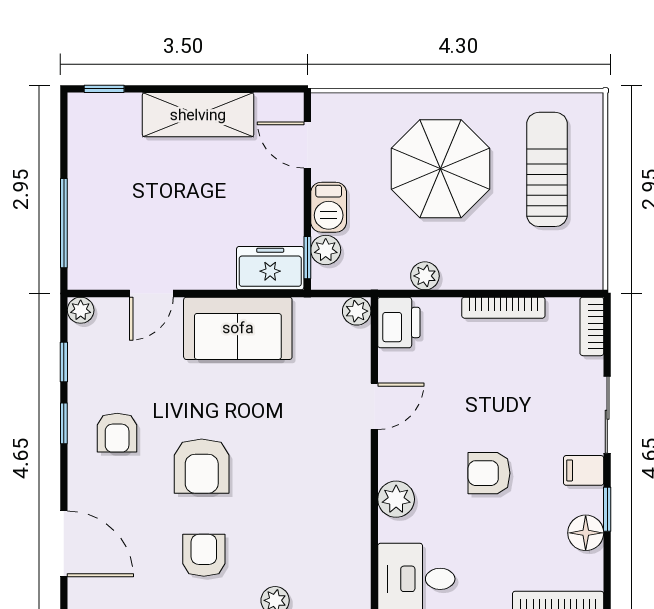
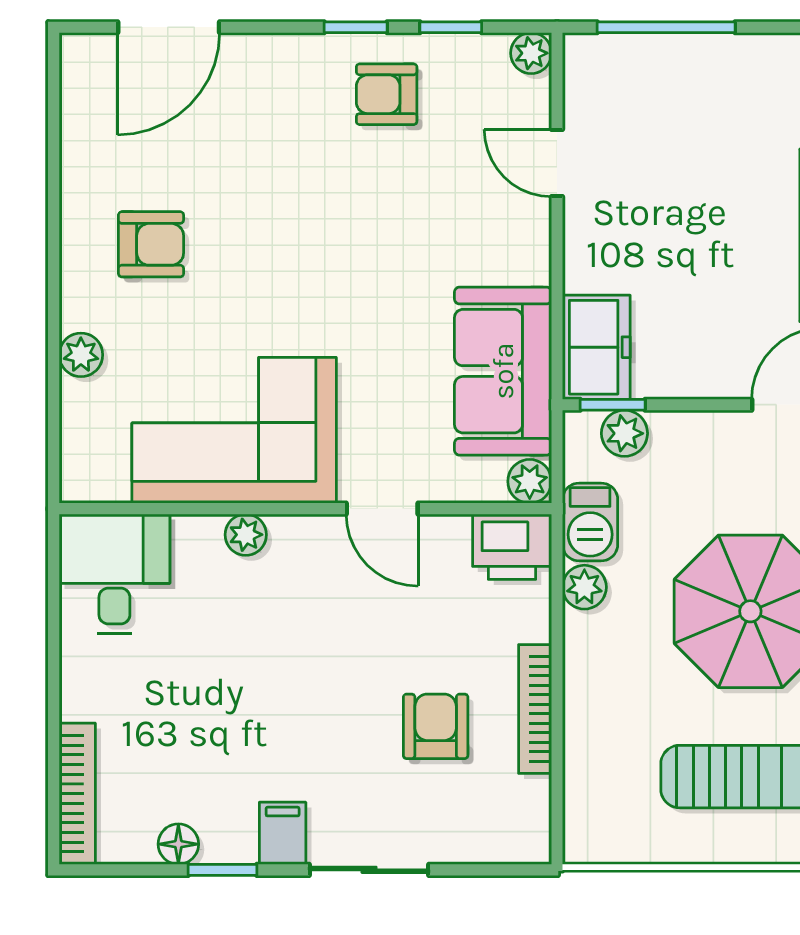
barbecue: (329, 207) -> (590, 522), moved, turned -90
bookcase: (592, 326) -> (506, 846), removed
sofa: (238, 328) -> (503, 371), moved
armchair: (117, 433) -> (387, 94), moved
armchair: (202, 466) -> (289, 241), removed
armchair: (489, 473) -> (436, 726), moved
plant: (396, 499) -> (246, 535), width x0.73, depth x0.73
corner sofa: (324, 502) -> (234, 430), added
floor lamp: (586, 533) -> (178, 844), width x0.73, depth x0.73

